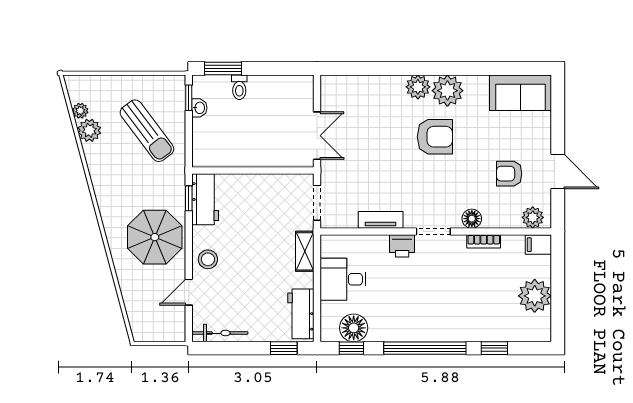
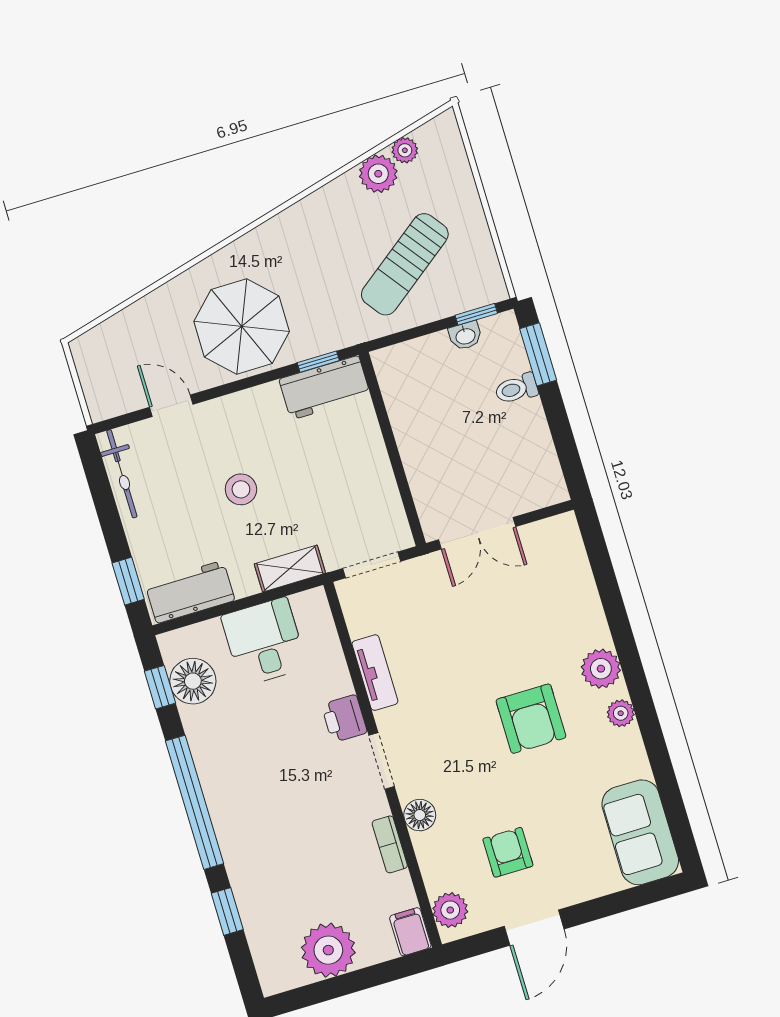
plant: (447, 91) -> (621, 713), width x0.53, depth x0.53
stool: (208, 259) -> (241, 489), moved

